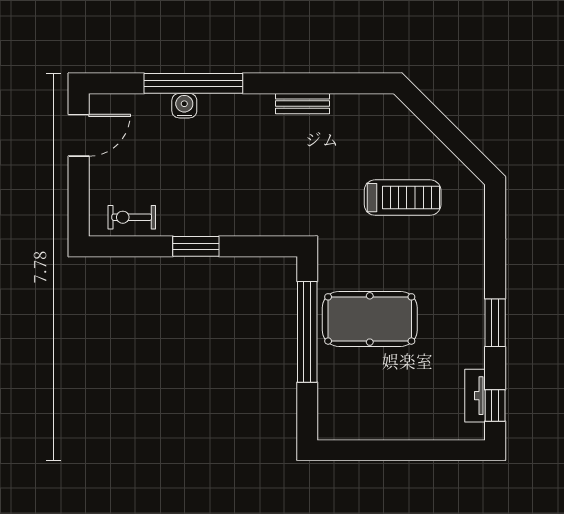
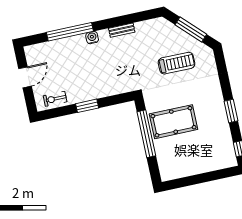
water cooler: (184, 106) -> (92, 38), moved
window: (448, 134) -> (191, 30), added
door: (79, 135) -> (25, 77), moved
tv unit: (475, 396) -> (229, 146), removed

